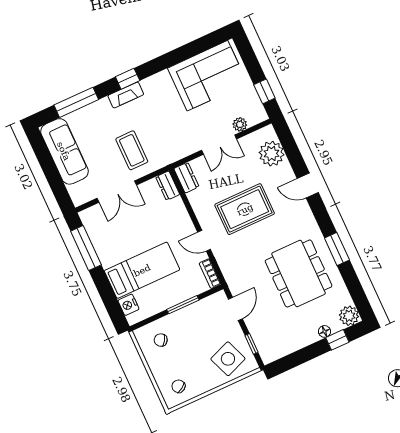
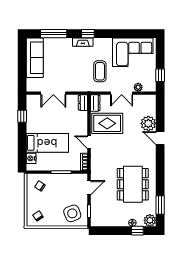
coffee table: (132, 150) -> (100, 71), moved
plant: (271, 154) -> (148, 123), moved
rug: (245, 209) -> (107, 123), moved
window: (86, 248) -> (22, 116), width x0.46
window: (337, 249) -> (160, 205), moved

